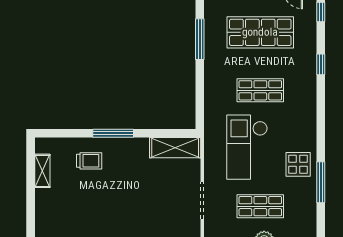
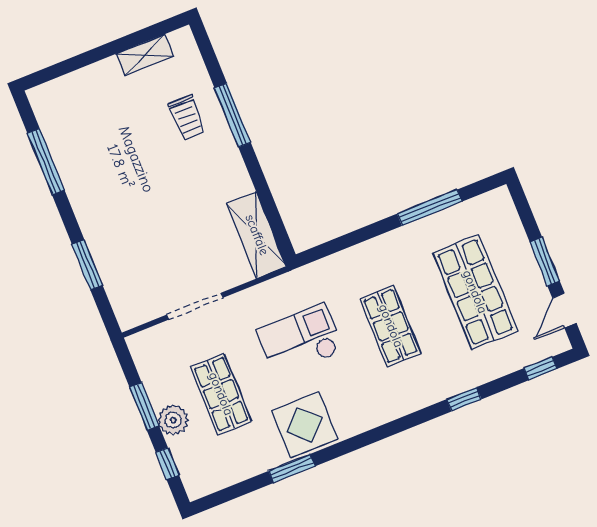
window: (113, 133) -> (233, 115), moved
checkout: (247, 147) -> (300, 340), width x0.73, depth x0.83
display table: (298, 164) -> (305, 425), width x1.36, depth x1.36
window: (321, 182) -> (292, 469), width x0.69

